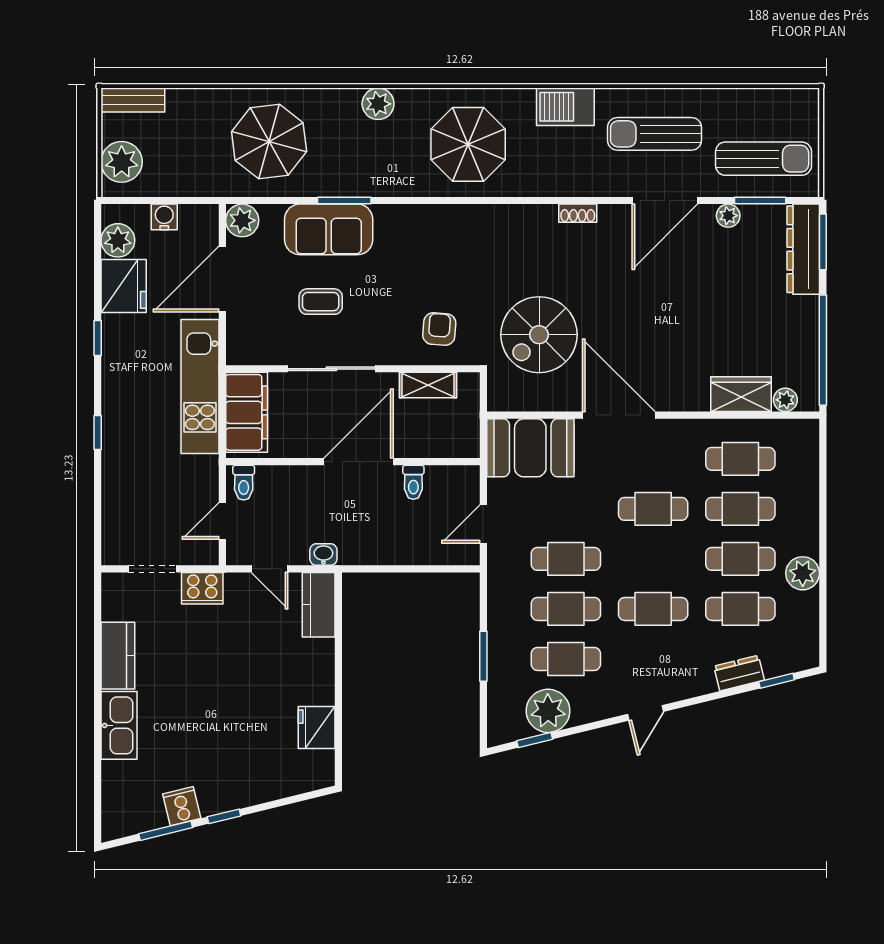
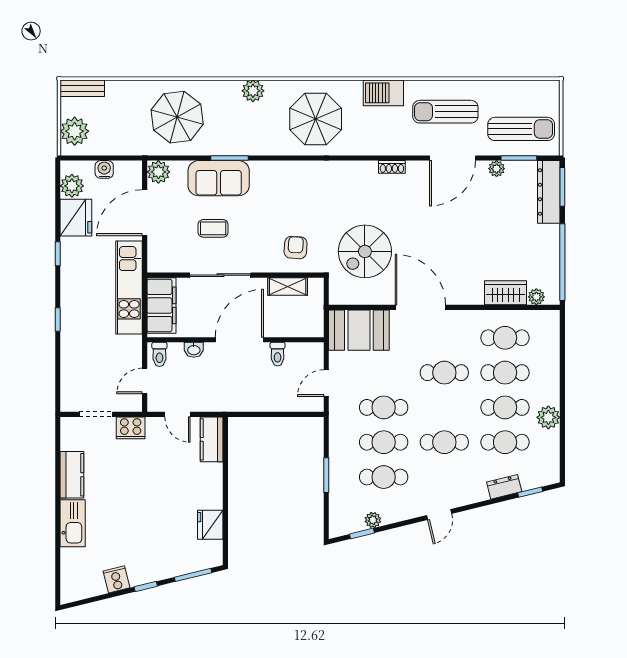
washbasin: (323, 555) -> (194, 350), moved, turned 180
plant: (548, 711) -> (373, 520), width x0.53, depth x0.53
window: (166, 831) -> (193, 575), moved

